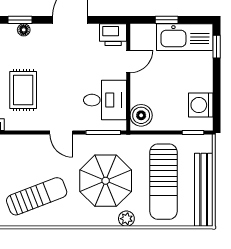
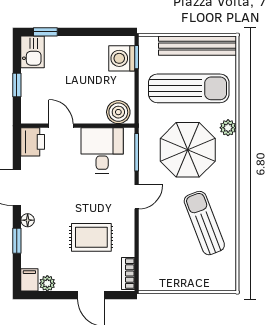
floor lamp: (24, 30) -> (28, 220), moved
kitchen sink: (185, 37) -> (32, 52), width x0.53, depth x0.81
washing machine: (201, 105) -> (122, 58), moved, turned 90

